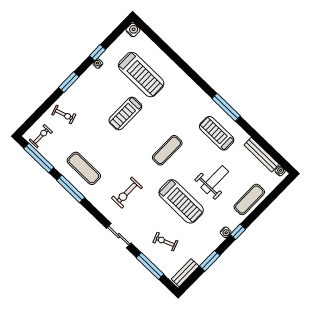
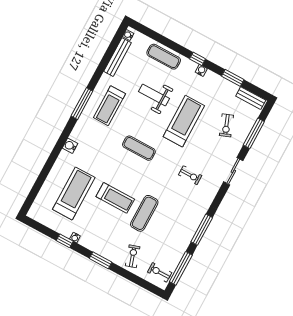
water cooler: (133, 30) -> (70, 146), moved
exercise mat: (84, 168) -> (144, 213), moved
exercise bike: (127, 193) -> (190, 175), width x0.73, depth x0.72

